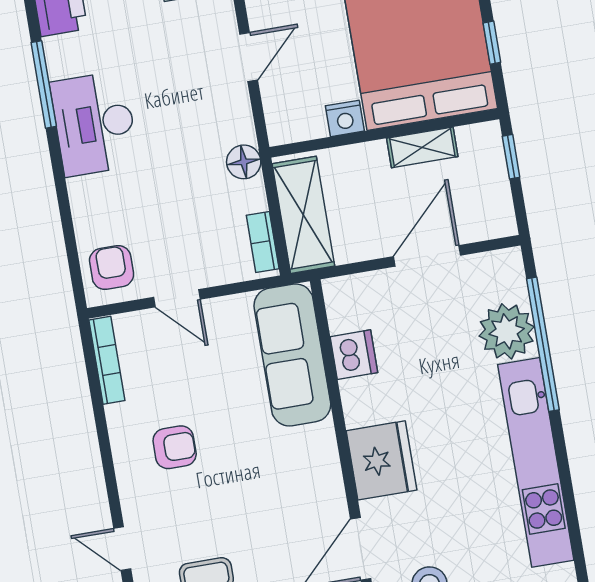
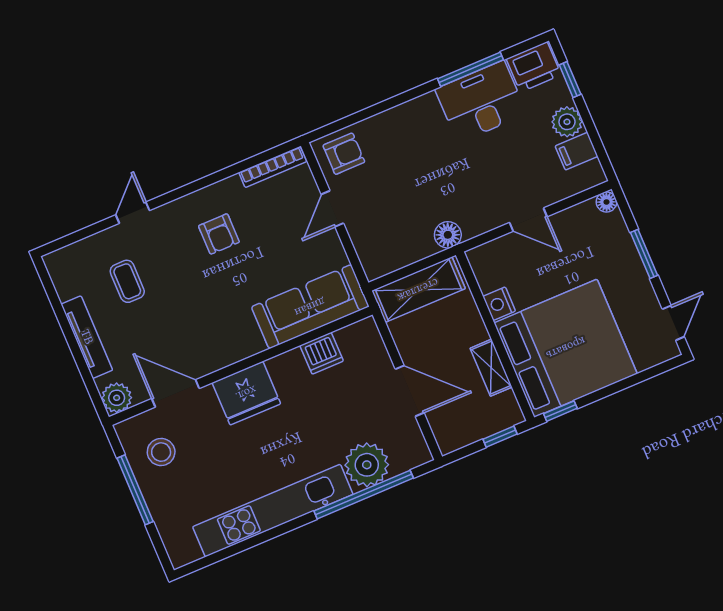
window: (492, 43) -> (560, 411), moved
desk: (94, 124) -> (481, 102), moved
bookcase: (263, 242) -> (390, 264), removed

